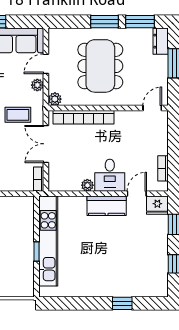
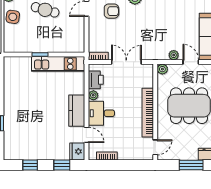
door: (152, 108) -> (155, 147), hinge flipped
coffee table: (18, 115) -> (150, 40), removed
bookcase: (84, 117) -> (148, 113), moved
printer: (68, 182) -> (96, 80), added
kitchen unit: (48, 241) -> (58, 64), width x0.73

